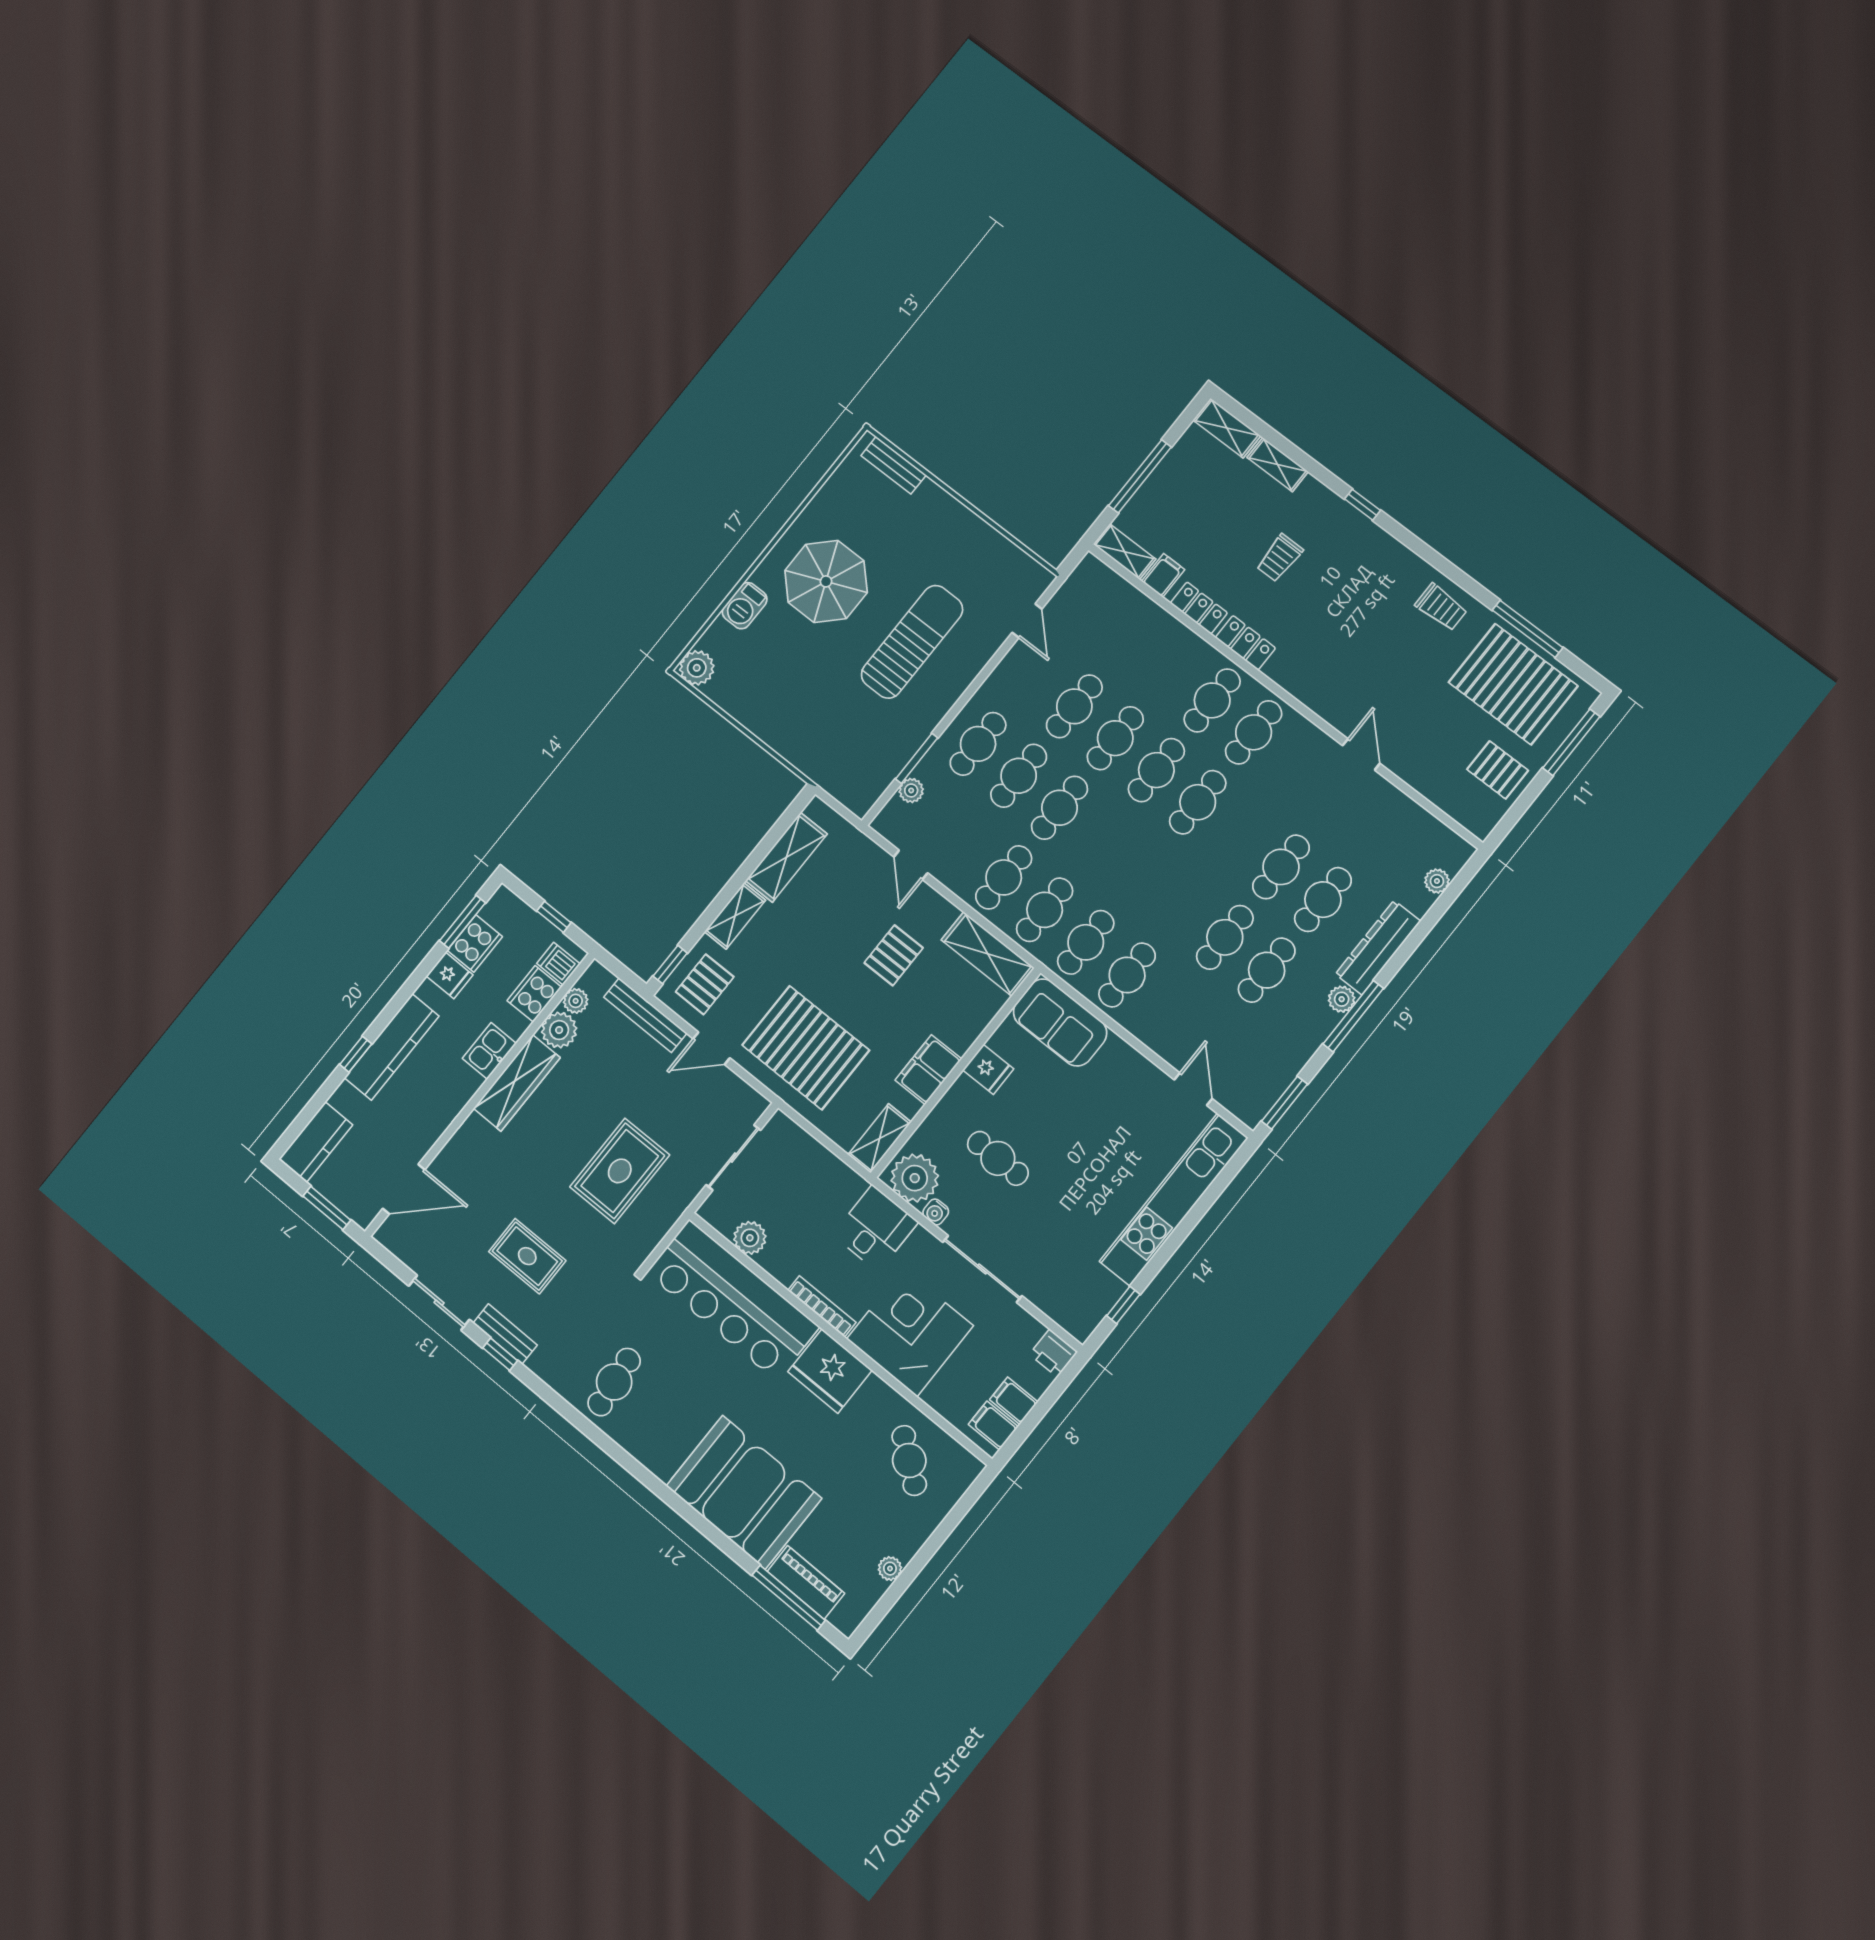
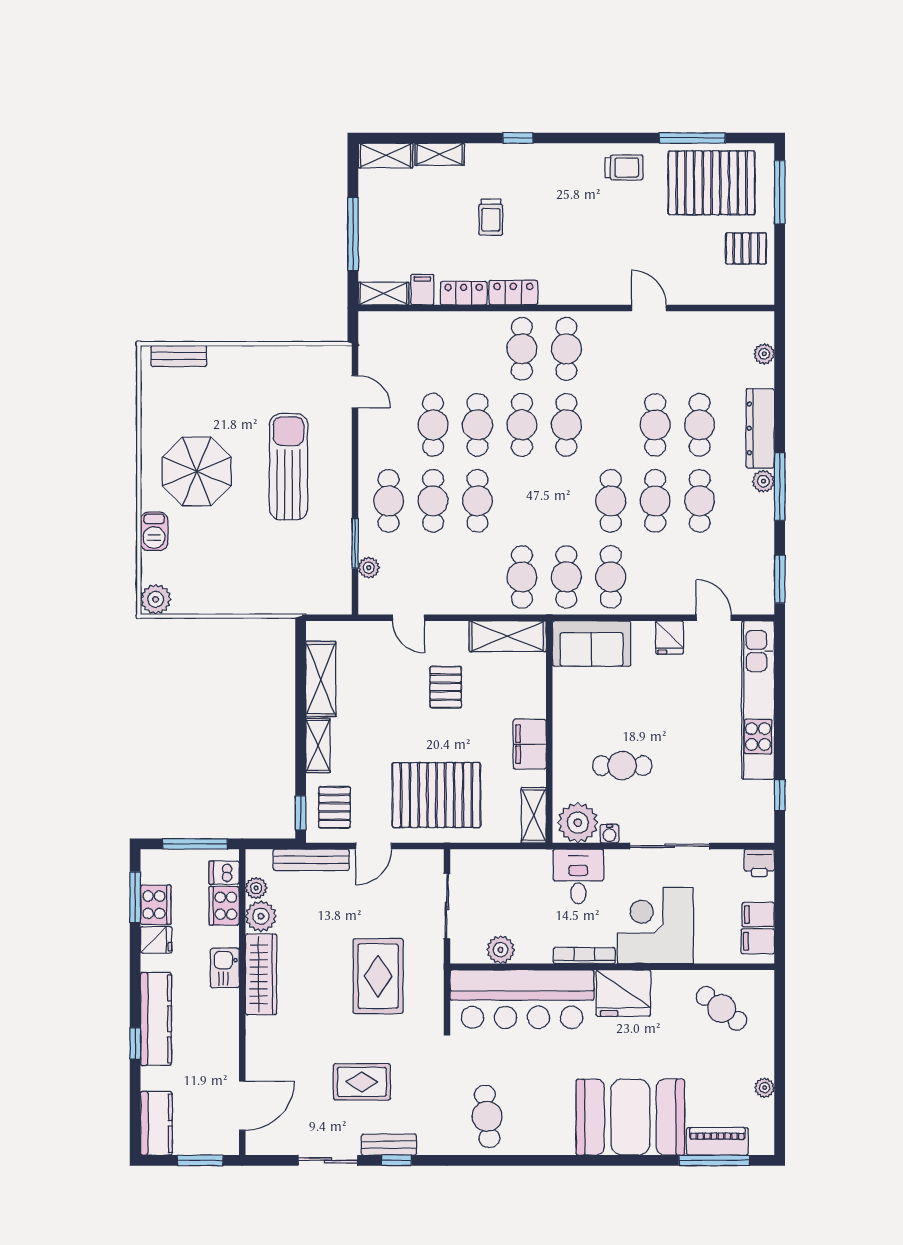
cafe table: (1004, 877) -> (611, 501), moved
window: (554, 917) -> (195, 844), width x2.17
fridge: (988, 1069) -> (670, 637), moved, turned 90

